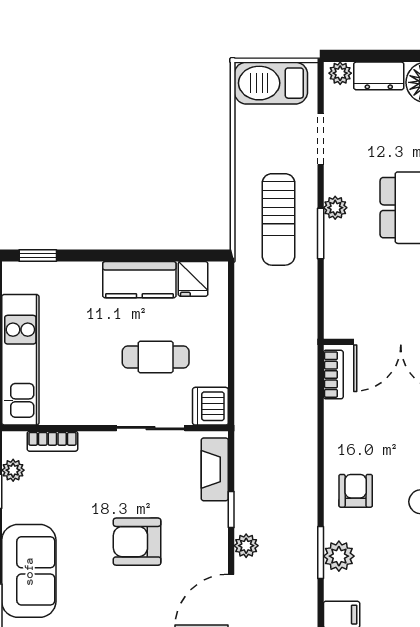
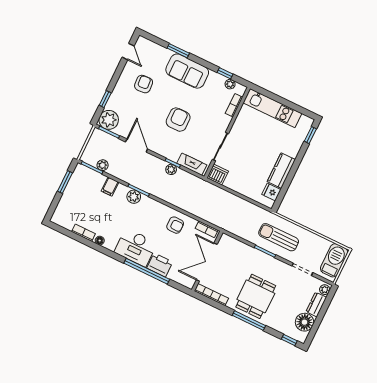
plant: (335, 208) -> (272, 262), removed
cafe table: (156, 357) -> (248, 162), removed
armchair: (356, 491) -> (175, 225), moved
plant: (246, 546) -> (171, 169), moved

